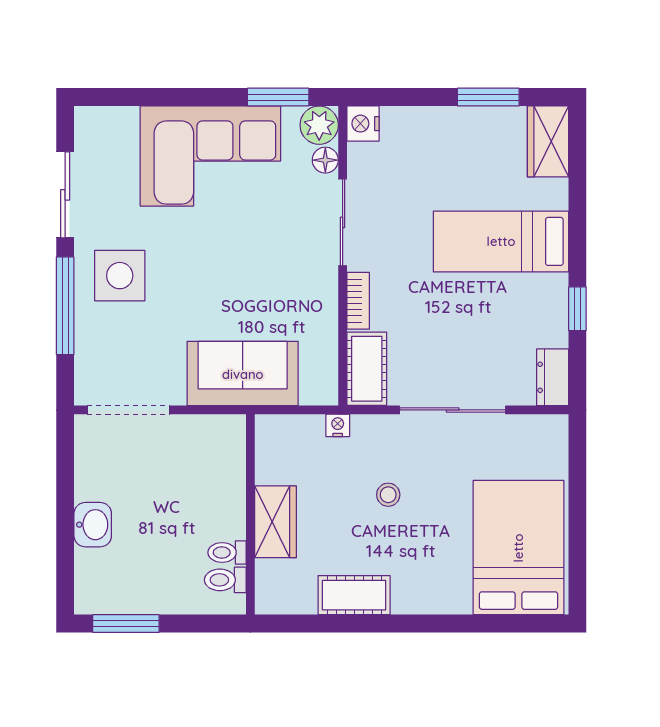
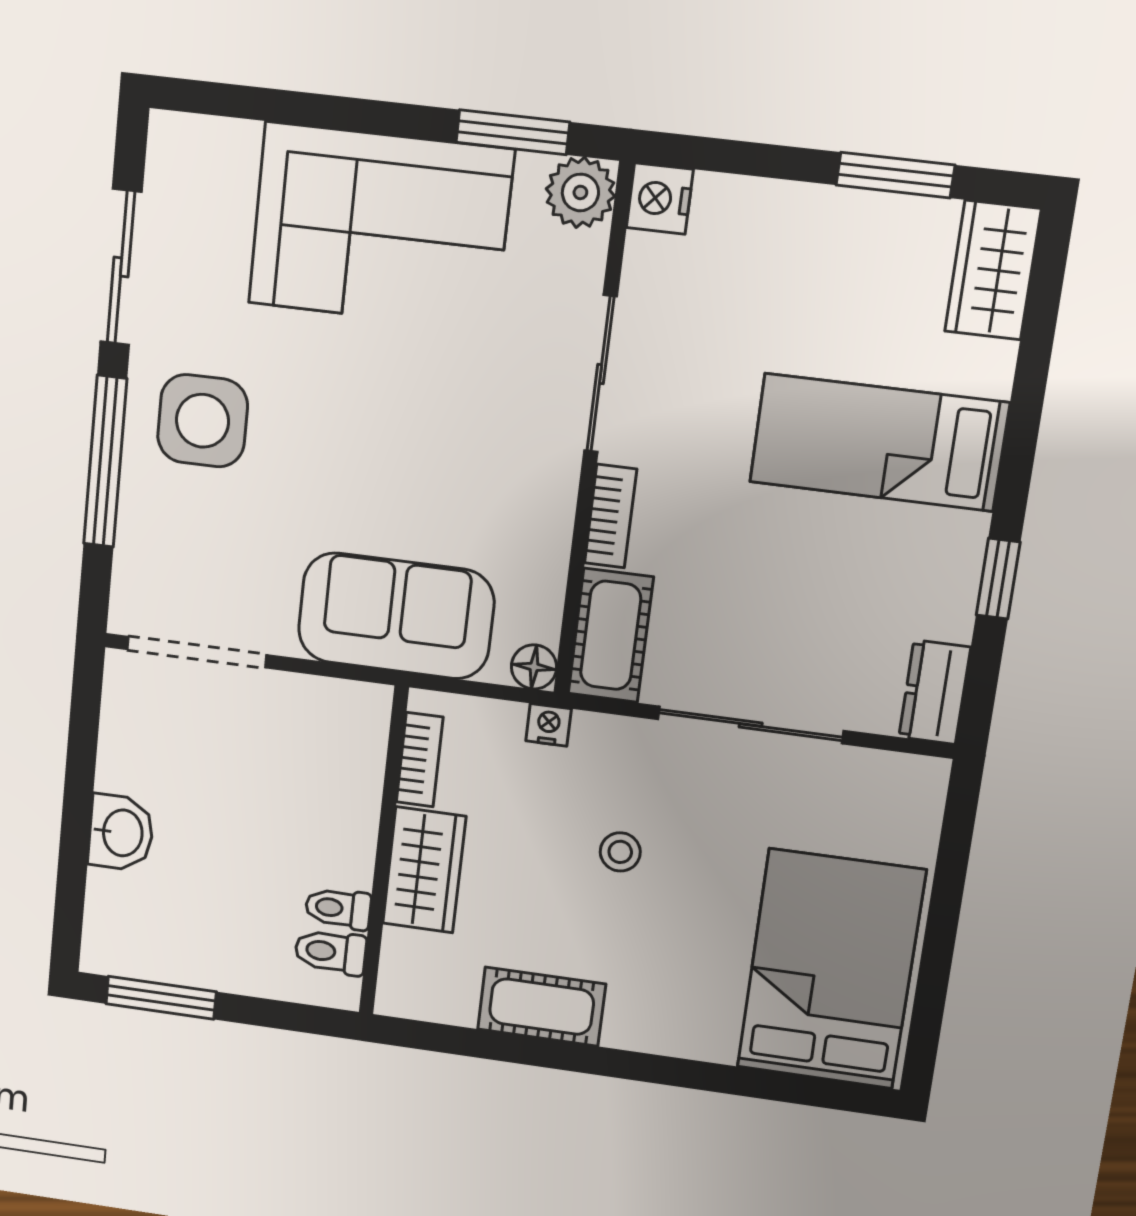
floor lamp: (325, 160) -> (534, 667), moved
bookcase: (265, 456) -> (420, 760), added

